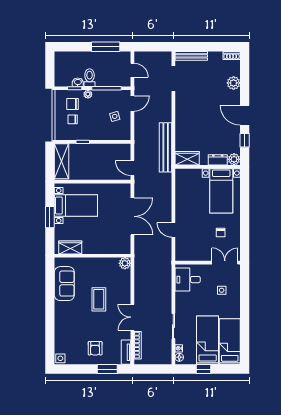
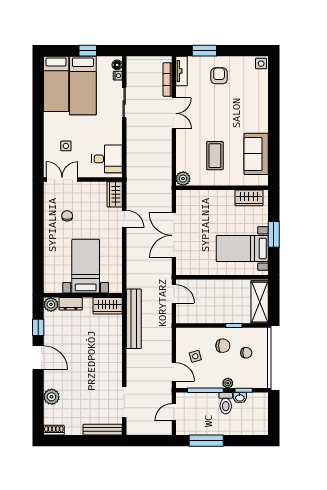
door: (132, 70) -> (174, 412), hinge flipped
chair: (73, 104) -> (223, 346), moved
door: (132, 104) -> (174, 372), swing flipped
bed with nightstands: (221, 191) -> (86, 266), moved
wardrobe: (181, 250) -> (115, 194), added
double door: (225, 263) -> (62, 179), swing flipped
coffee table: (99, 299) -> (215, 156), moved

